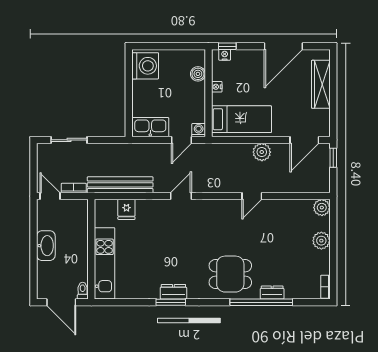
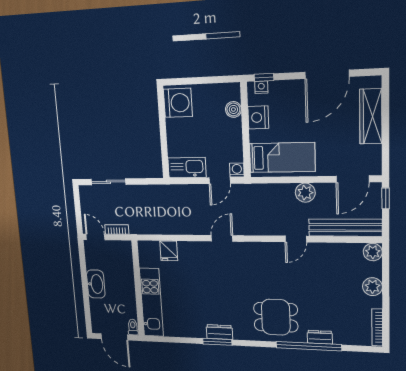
nightstand: (217, 87) -> (258, 117), width x1.89, depth x1.79
bench: (120, 185) -> (345, 228), moved
bookcase: (325, 287) -> (377, 327), width x1.56

